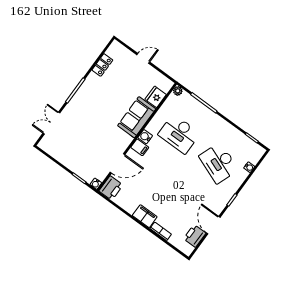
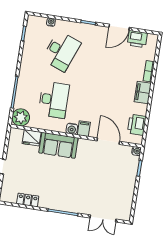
plant: (178, 91) -> (21, 117), width x1.88, depth x1.88
printer: (111, 188) -> (137, 125), moved, turned -90

